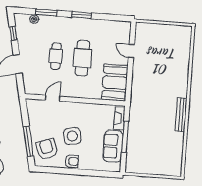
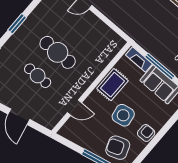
booth: (115, 83) -> (102, 39), removed
door: (53, 98) -> (74, 108), swing flipped
rug: (88, 113) -> (112, 85), added

